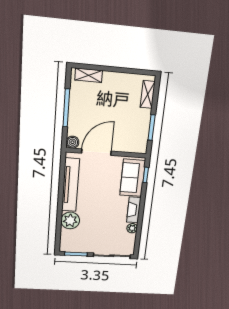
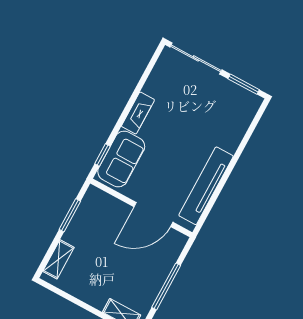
boiler: (72, 142) -> (178, 241), removed
plant: (70, 221) -> (229, 137), removed
plant: (132, 228) -> (151, 87), removed

